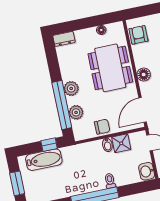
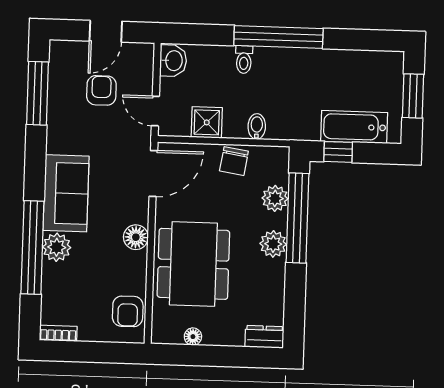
chair: (102, 127) -> (234, 161), turned -81
bidet: (107, 145) -> (257, 126), moved

